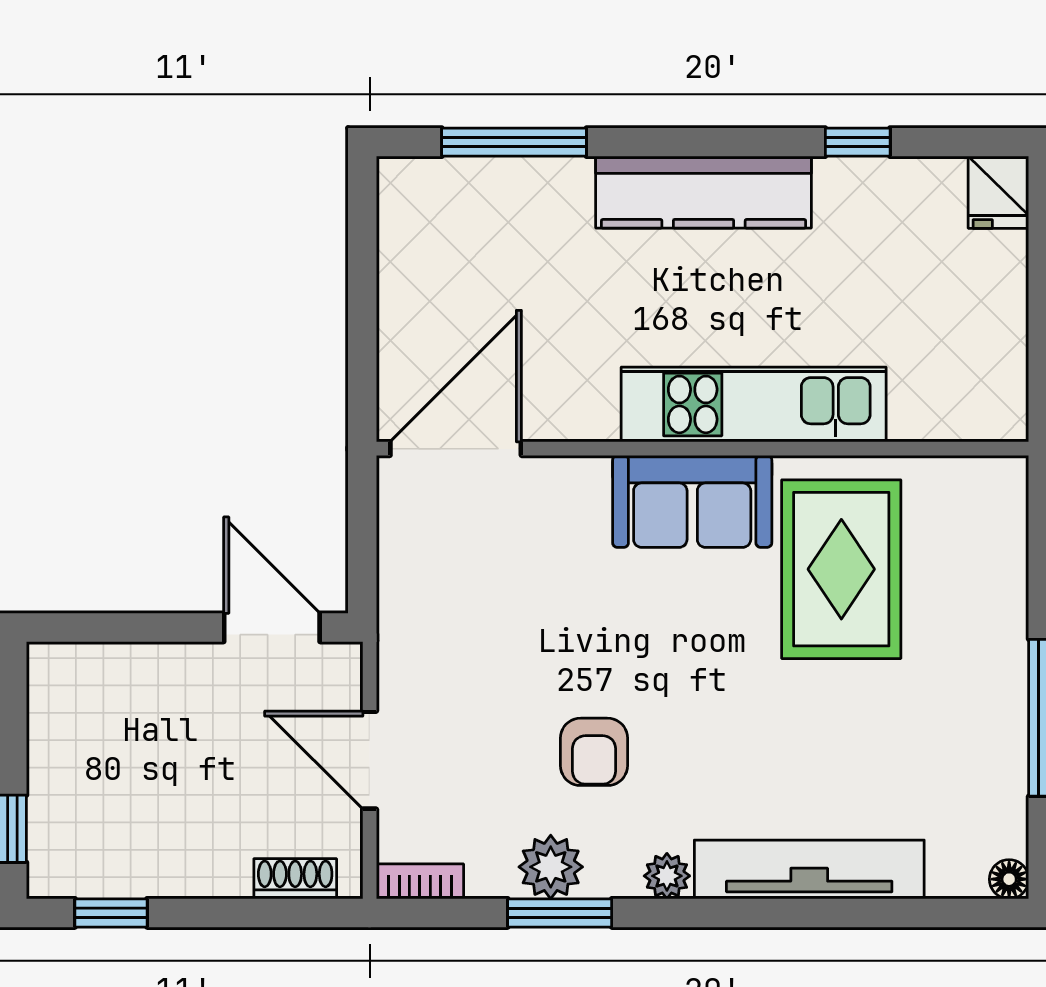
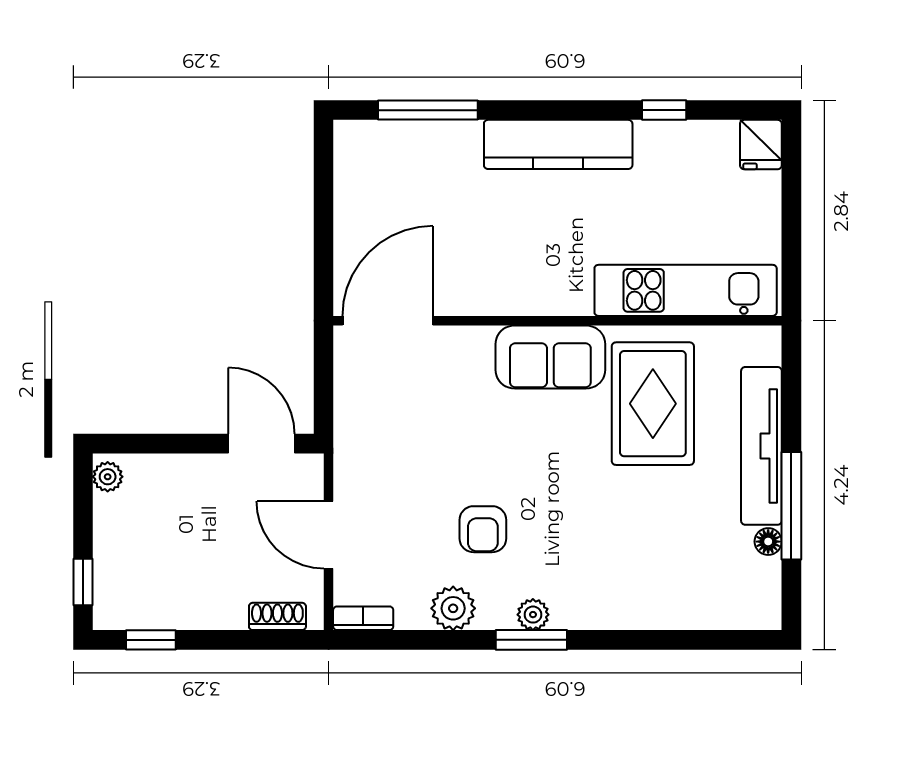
kitchen unit: (754, 404) -> (686, 290), moved
plant: (48, 676) -> (108, 477), added
tv unit: (809, 869) -> (761, 446), moved, turned -90
floor lamp: (1009, 879) -> (768, 542), moved
window: (560, 913) -> (531, 640), moved

